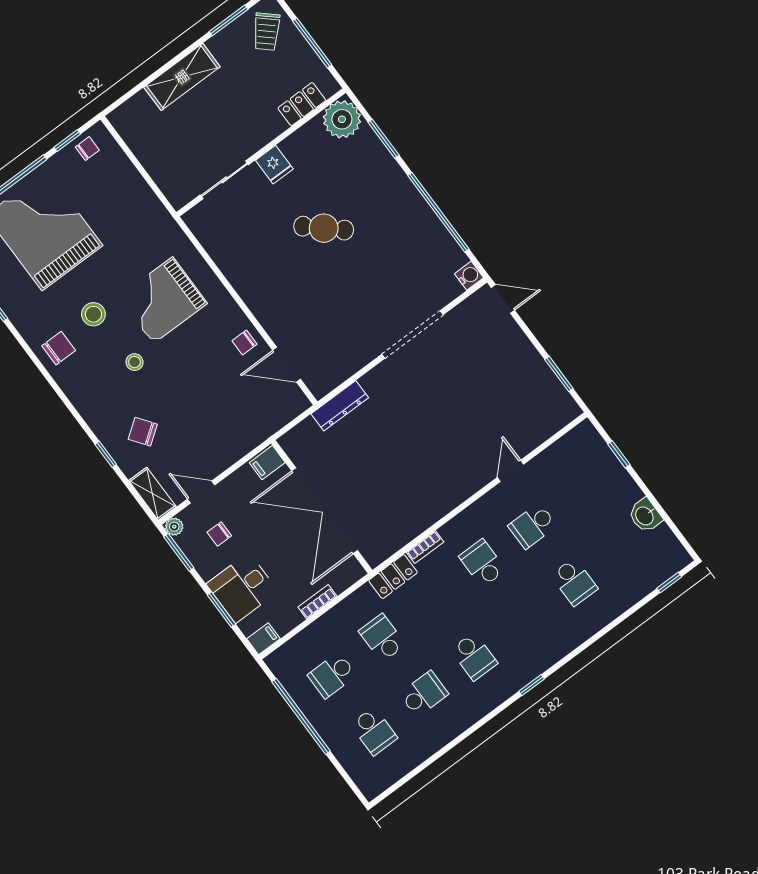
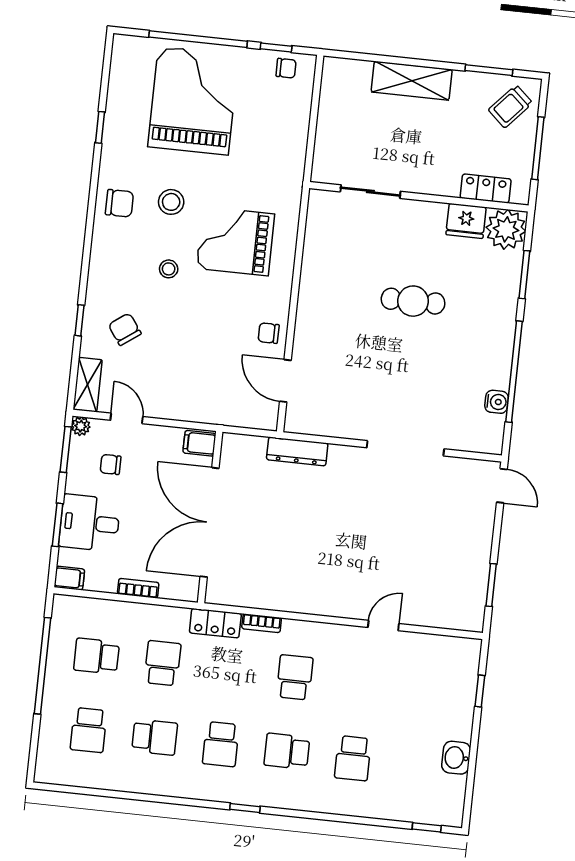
fridge: (274, 165) -> (466, 221), moved, width x1.38
cafe table: (324, 228) -> (413, 301), turned -42
water cooler: (469, 276) -> (497, 402), moved
school desk: (532, 526) -> (287, 751), moved

